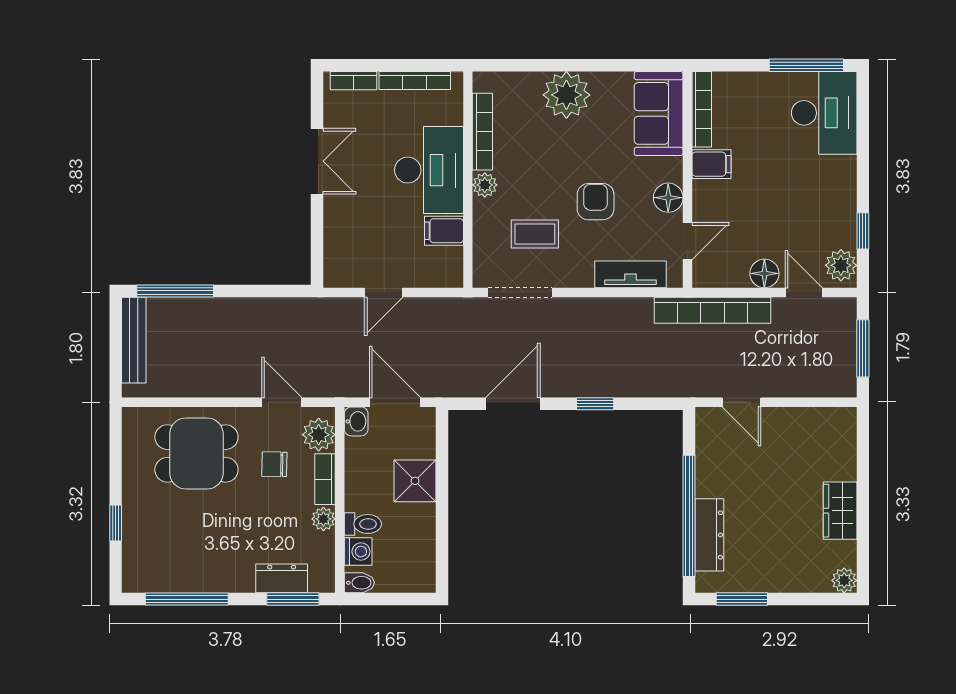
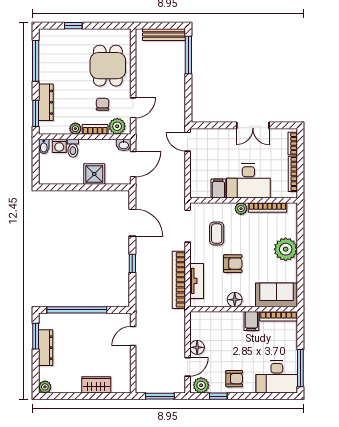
armchair: (827, 199) -> (234, 379), added
door: (688, 241) -> (213, 309), removed
door: (384, 292) -> (188, 142), moved
bookcase: (713, 310) -> (179, 280), moved
wardrobe: (840, 511) -> (96, 385), moved
dresser: (709, 535) -> (46, 348), moved, turned -90
dresser: (282, 578) -> (46, 102), width x1.44

